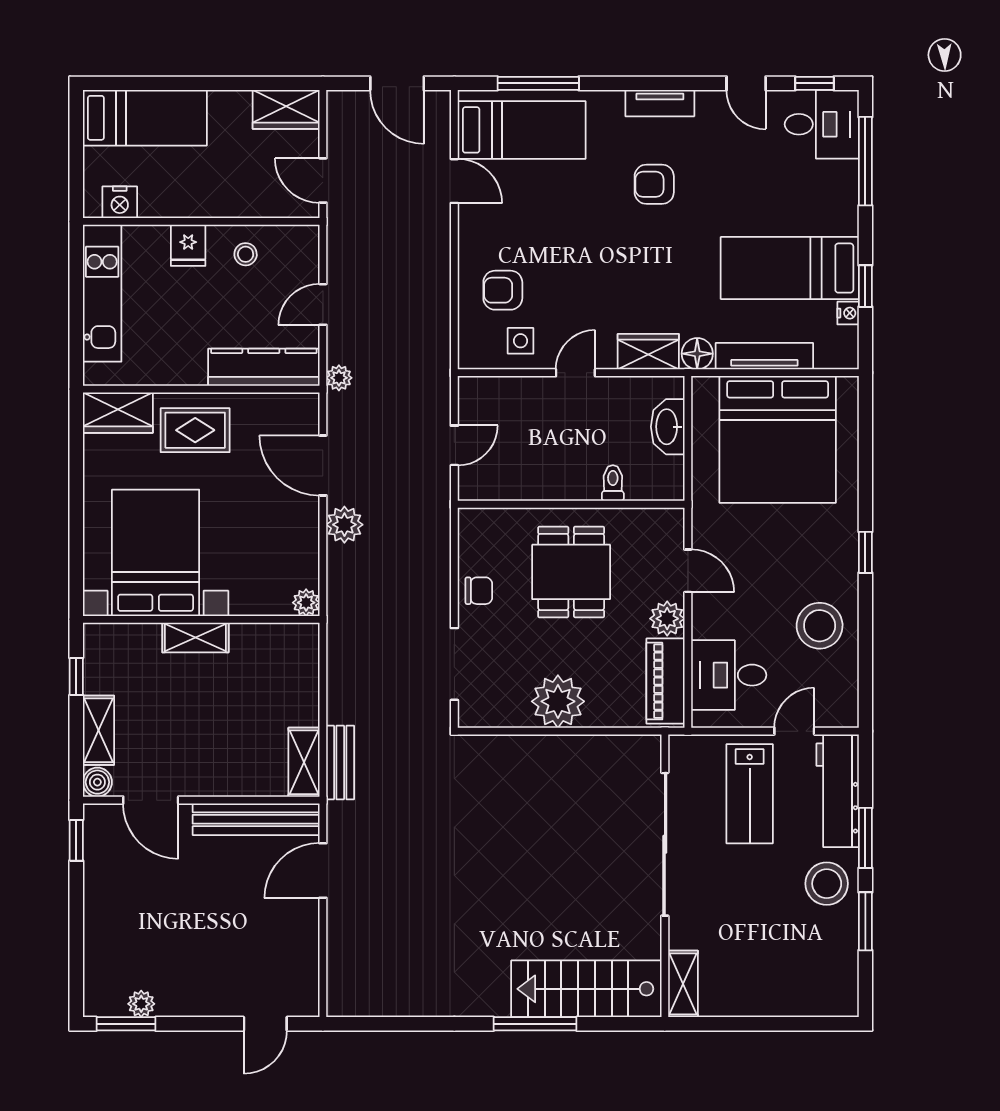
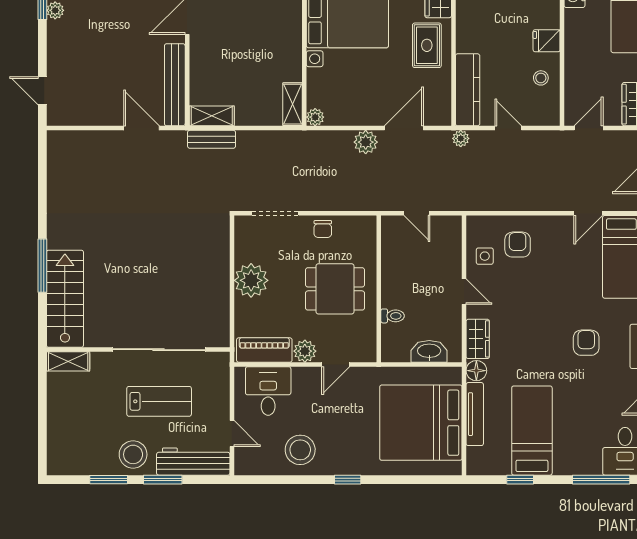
nightstand: (848, 313) -> (503, 468), removed
shelving: (195, 637) -> (293, 104), moved
lab bench: (750, 794) -> (159, 401), moved, turned 180

